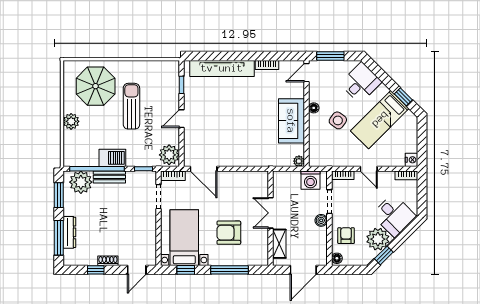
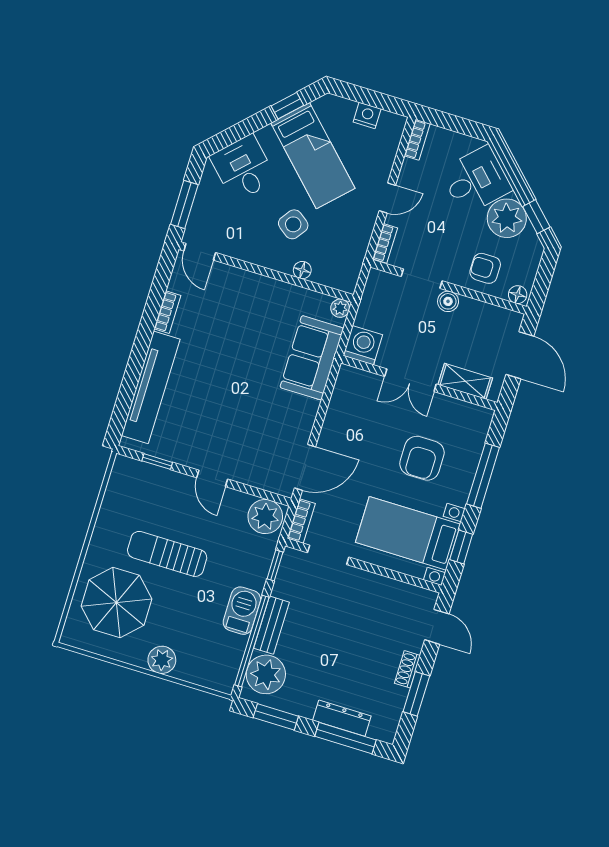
floor lamp: (314, 108) -> (302, 270), moved
sofa: (291, 121) -> (312, 358), moved, turned 90
nightstand: (412, 160) -> (367, 115), moved
washing machine: (310, 180) -> (363, 345), moved, turned -90
window: (96, 270) -> (416, 694), width x1.50

